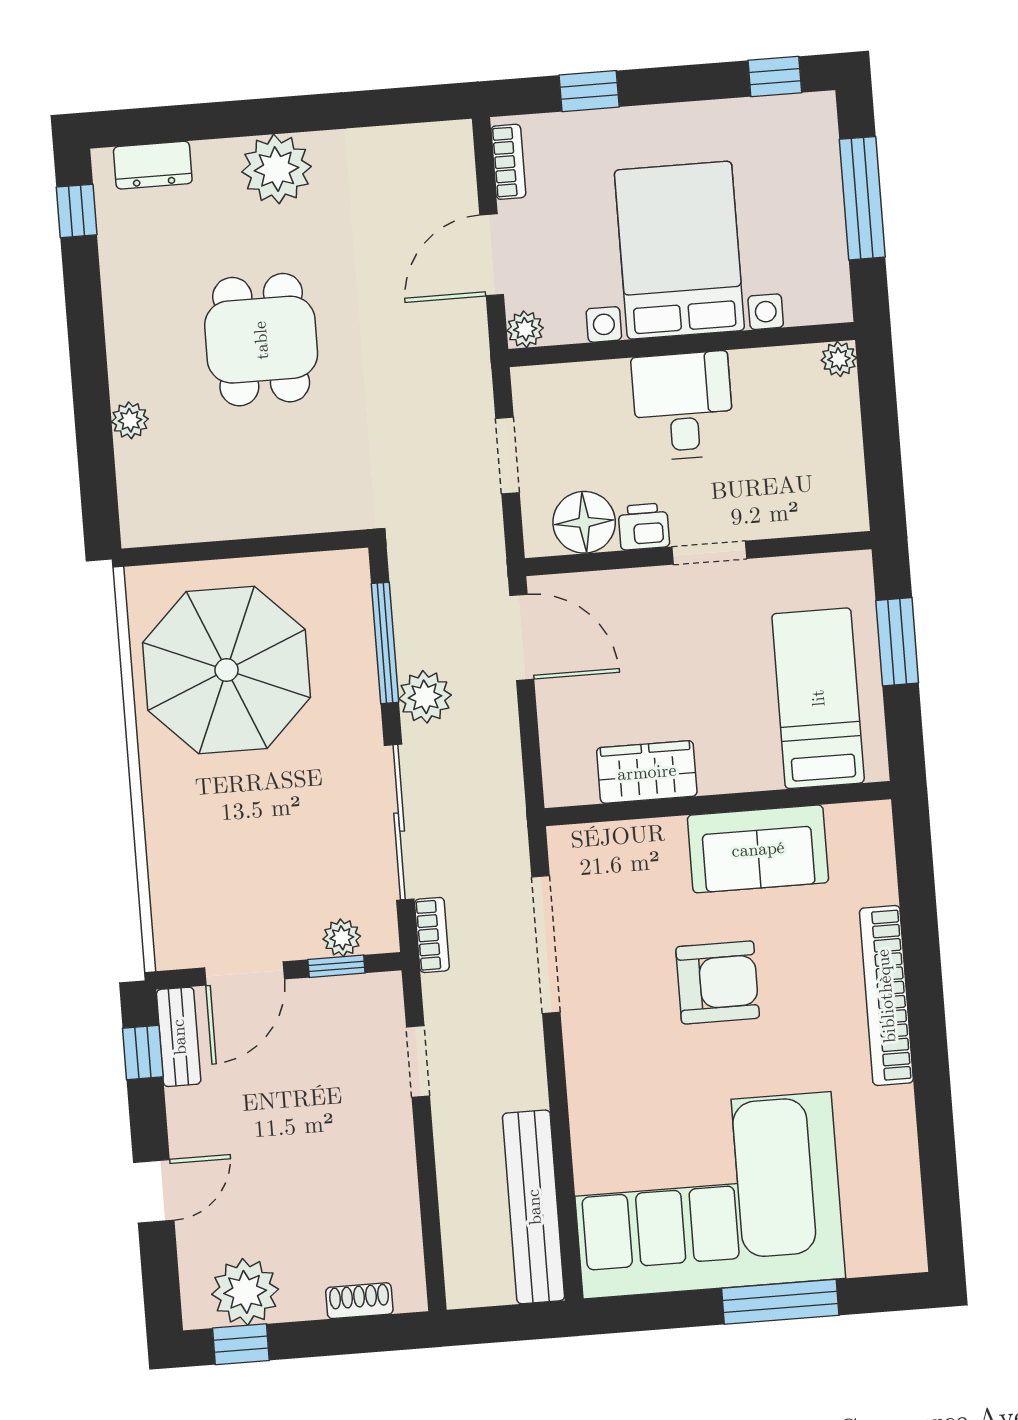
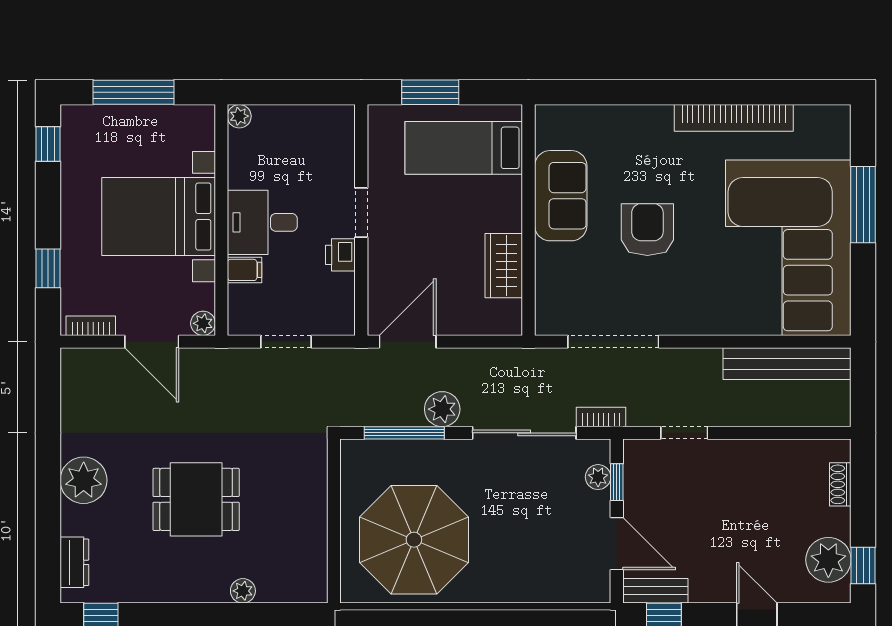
filing cabinet: (610, 385) -> (245, 270), added
floor lamp: (584, 522) -> (334, 294), removed
bookcase: (886, 996) -> (734, 118), moved

